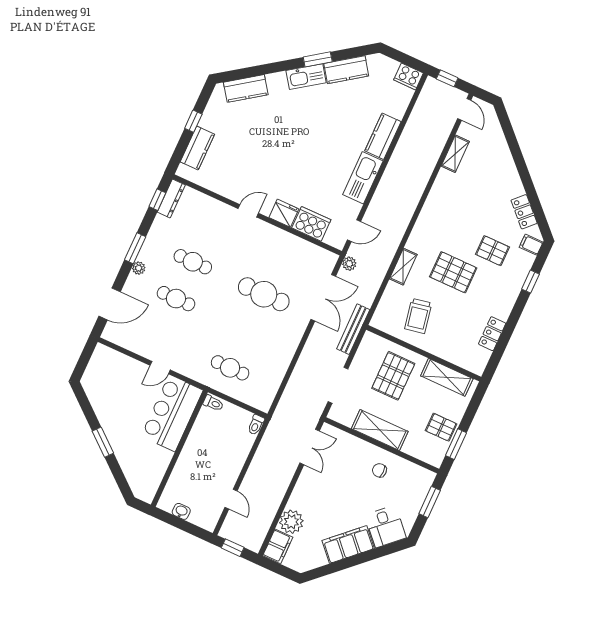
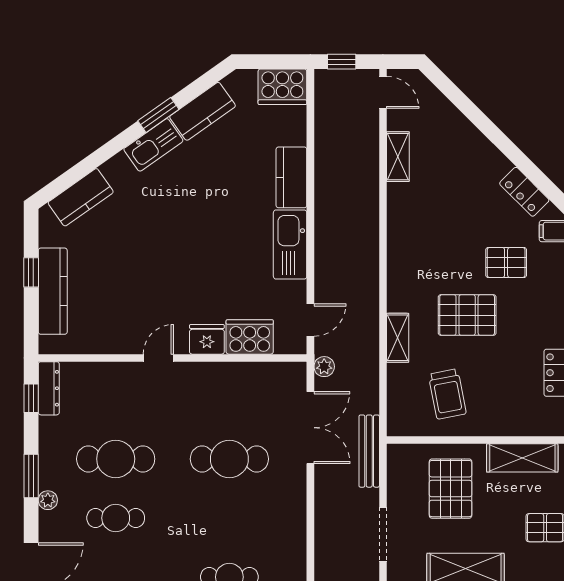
cooker: (408, 76) -> (282, 87), width x1.37, depth x1.31
kitchen counter: (197, 148) -> (53, 291), width x1.50
cafe table: (193, 262) -> (116, 459), width x1.37, depth x1.35

